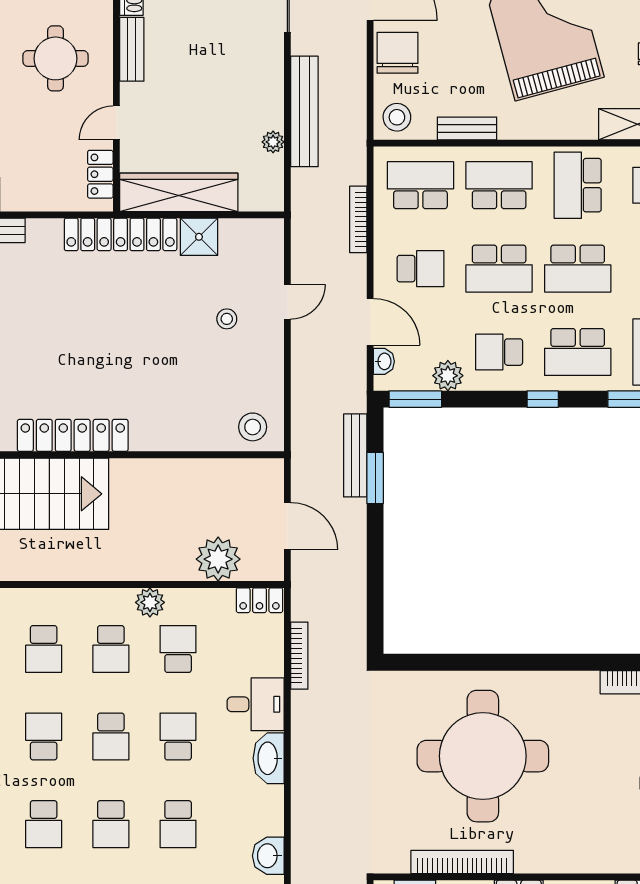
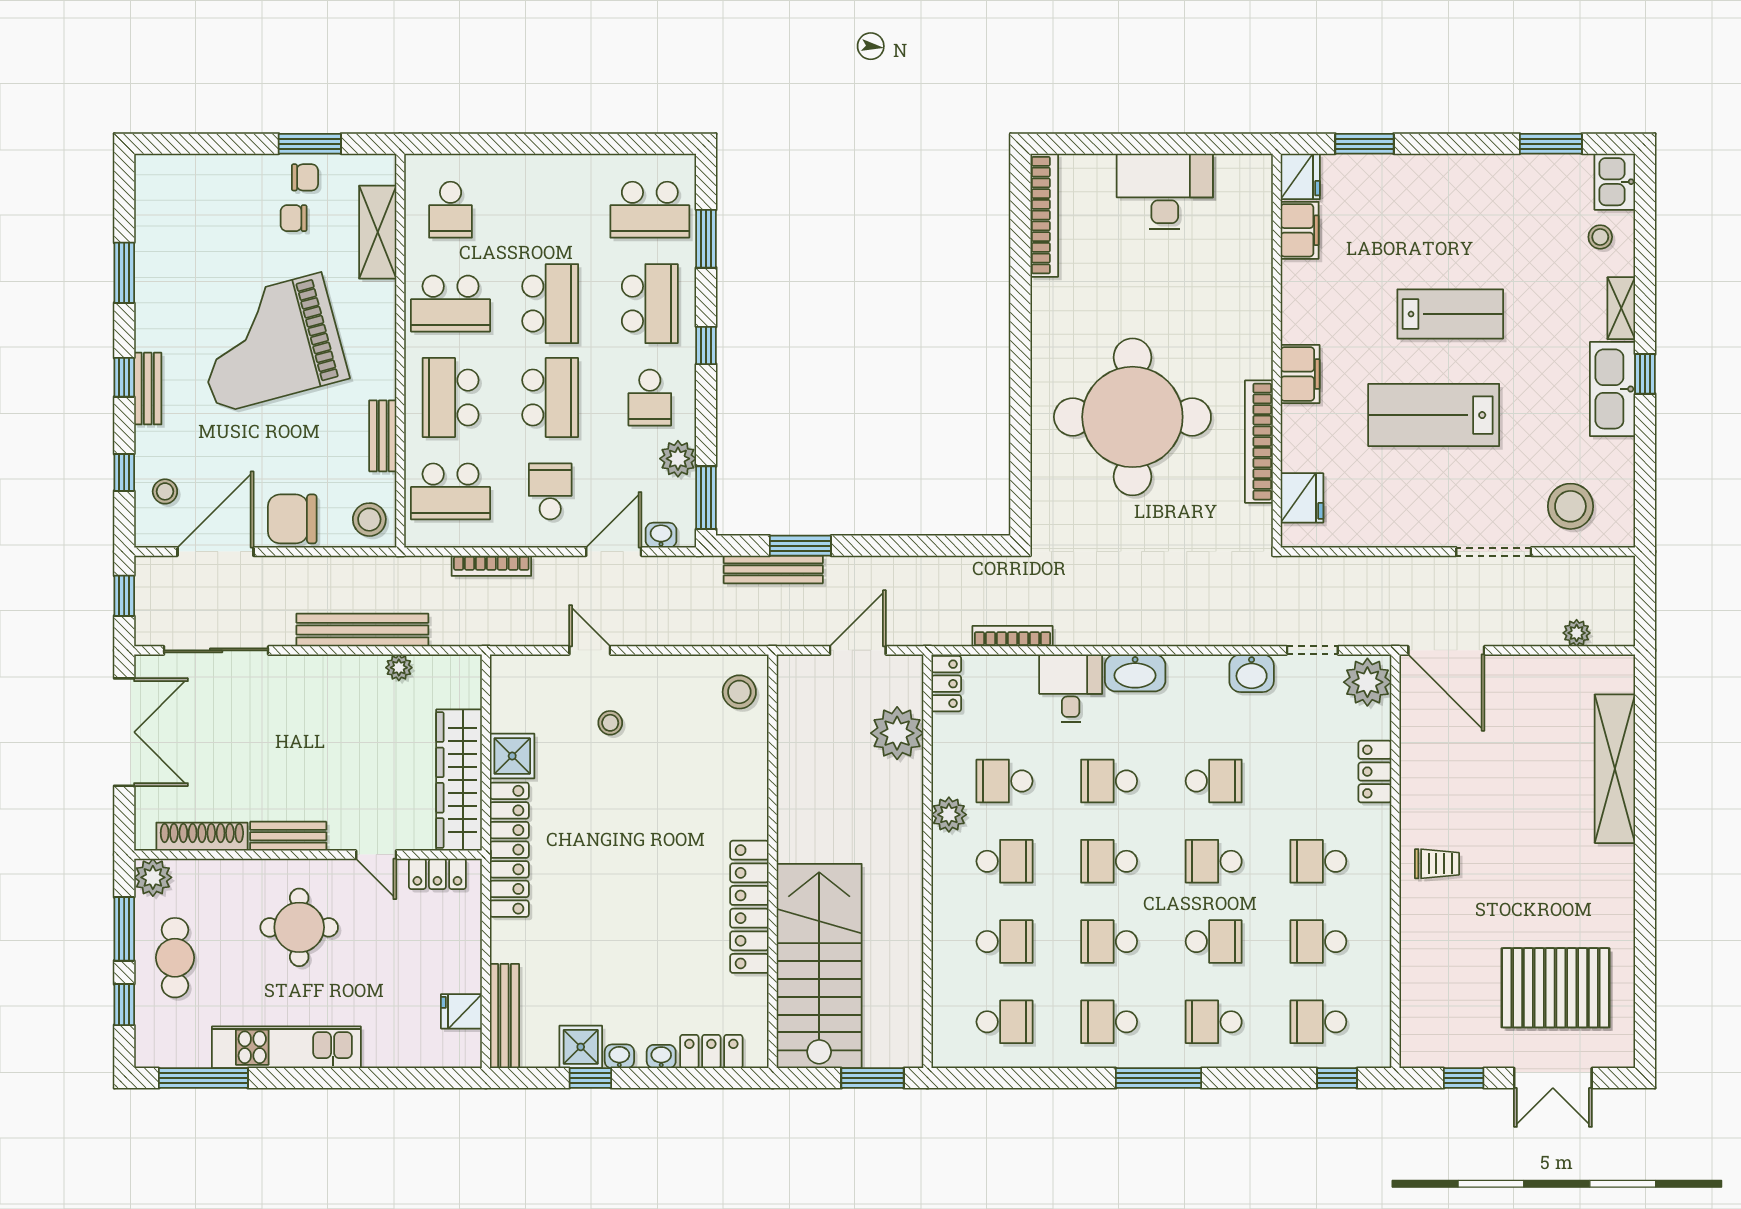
school desk: (420, 185) -> (451, 491), turned -90
school desk: (111, 737) -> (1109, 861), turned 180
school desk: (111, 824) -> (1214, 861), turned 180

